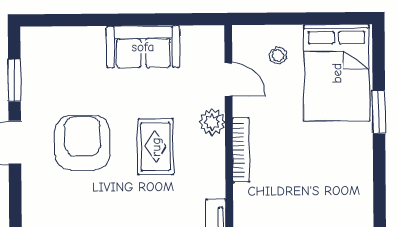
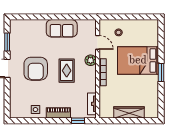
bed: (337, 73) -> (138, 60), moved, turned 90
window: (379, 112) -> (161, 73), moved
armchair: (82, 143) -> (36, 69), turned 180

